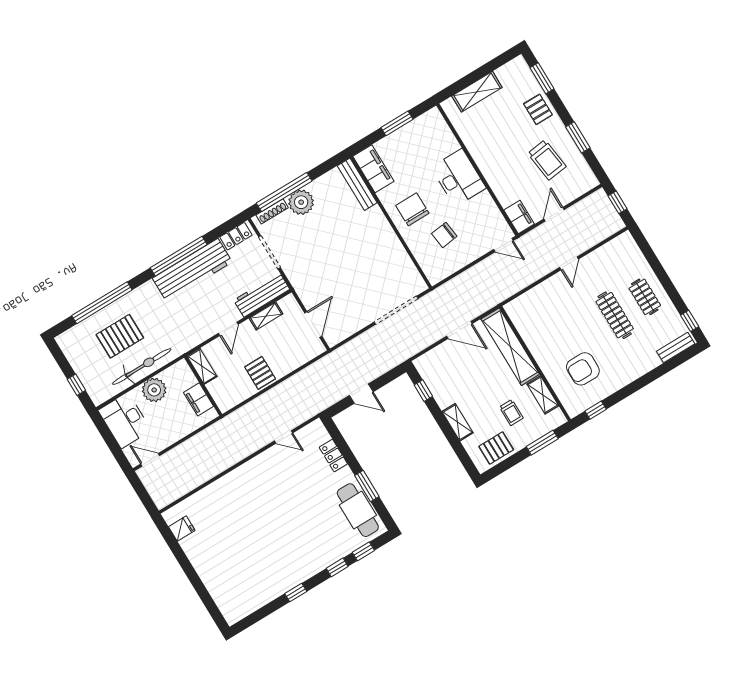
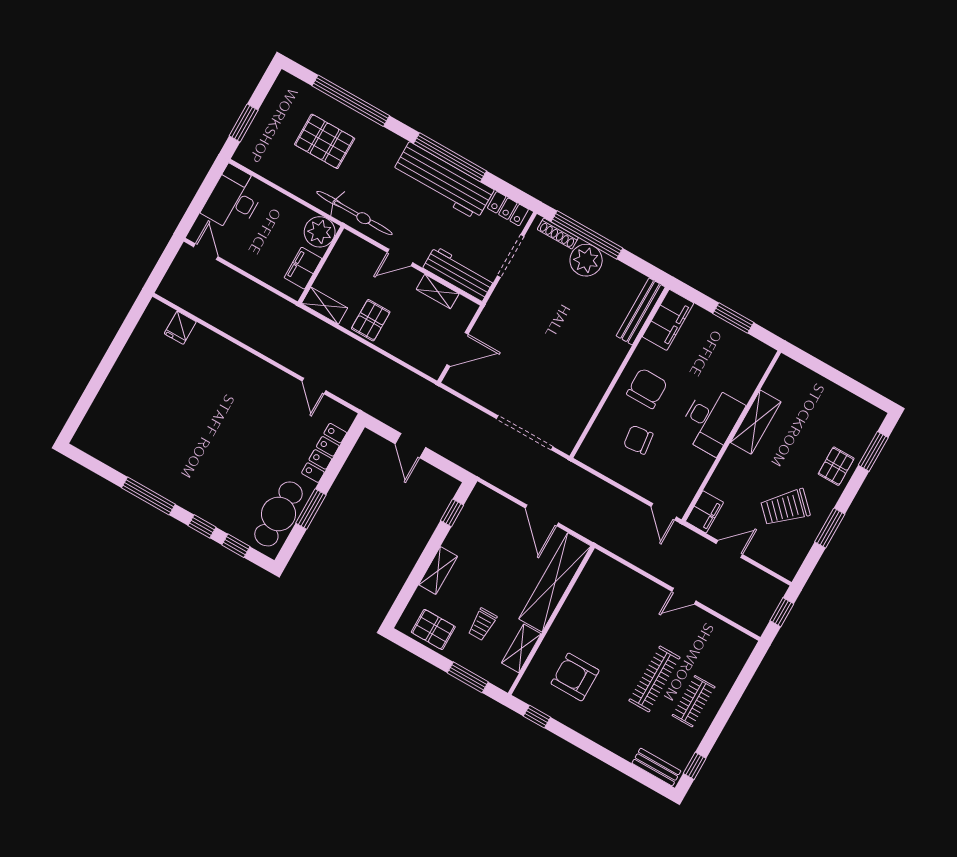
shelving: (477, 92) -> (756, 422), moved, turned 90
trolley: (547, 160) -> (785, 507), turned 52
shelving: (202, 366) -> (325, 306), moved, turned 90
bicycle: (142, 367) -> (354, 213), moved
window: (76, 385) -> (244, 123), width x1.50
plant: (154, 390) -> (320, 232), moved
locker: (333, 456) -> (324, 453), width x1.53
fridge: (182, 529) -> (180, 328), moved, turned 90
window: (296, 593) -> (148, 496), width x2.17

